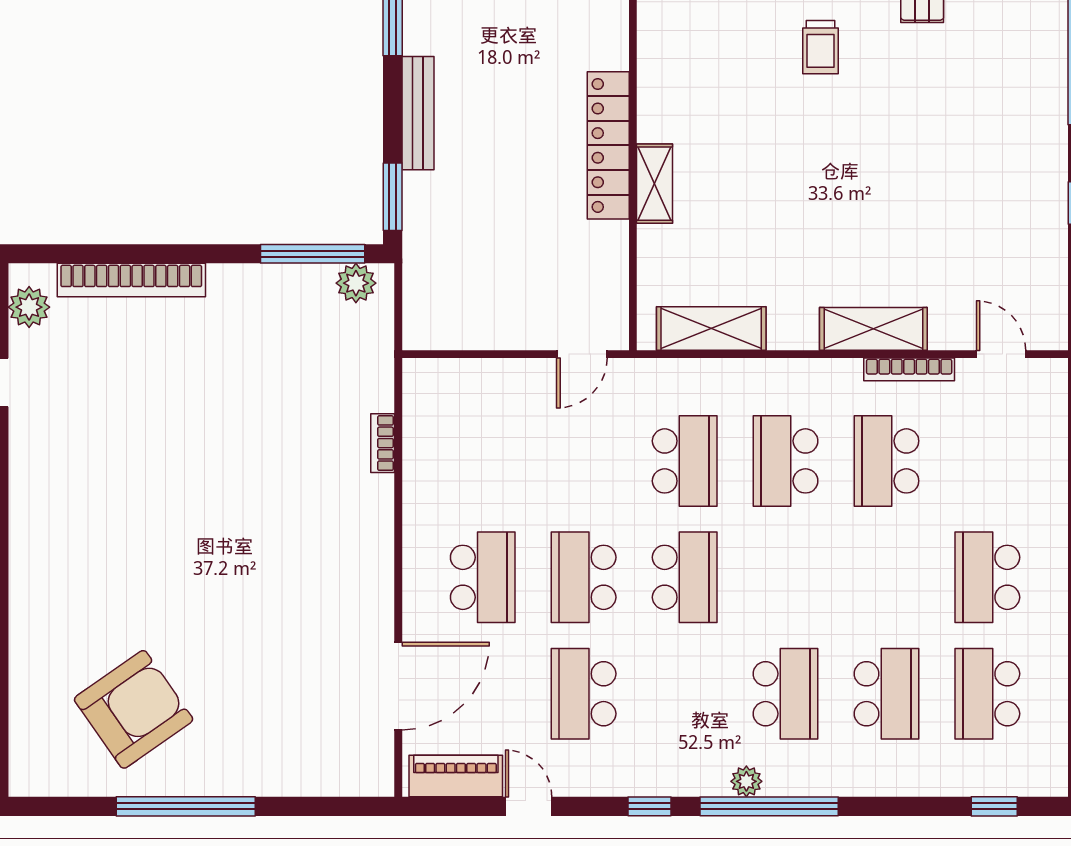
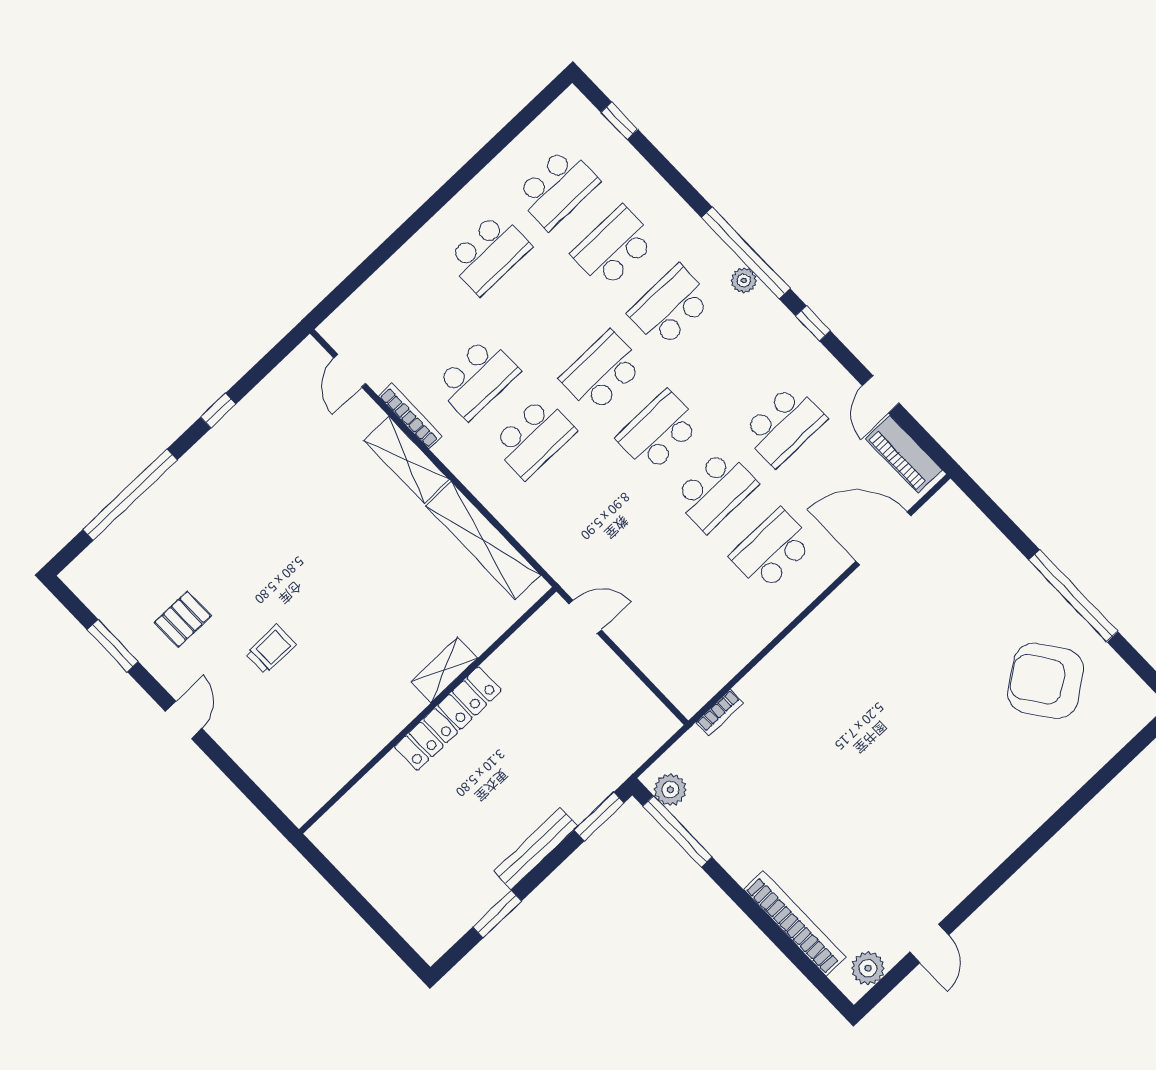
shelving: (711, 328) -> (483, 540), width x1.47
bookcase: (383, 443) -> (720, 712), moved
school desk: (685, 461) -> (602, 372), moved

